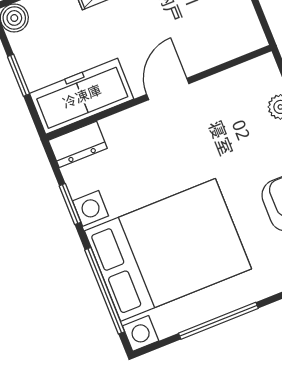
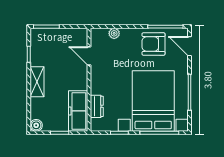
door: (168, 89) -> (89, 56), moved
dresser: (78, 144) -> (97, 106), moved

